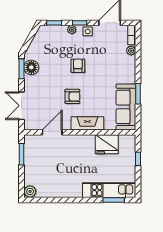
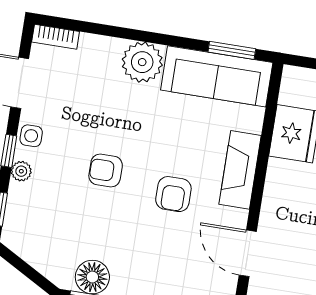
plant: (131, 51) -> (142, 62), moved, width x1.87, depth x1.87
window: (138, 94) -> (232, 50), moved
armchair: (72, 96) -> (173, 194), turned 180

